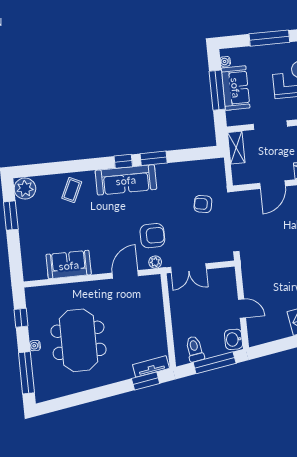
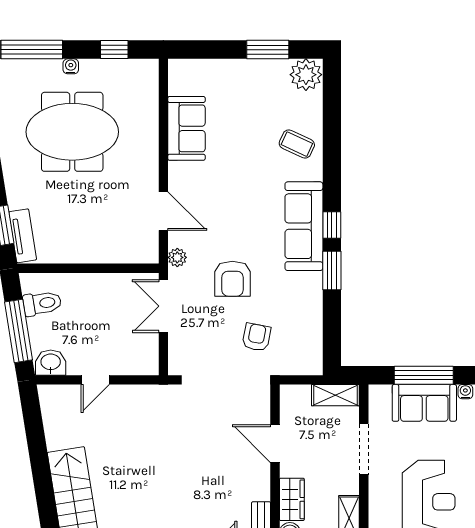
armchair: (152, 236) -> (232, 279), moved

